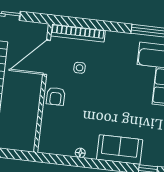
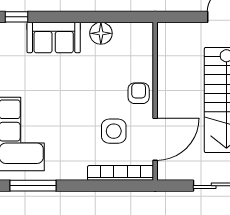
side table: (80, 68) -> (114, 131), width x1.87, depth x1.87
floor lamp: (80, 153) -> (101, 33), width x1.89, depth x1.89

